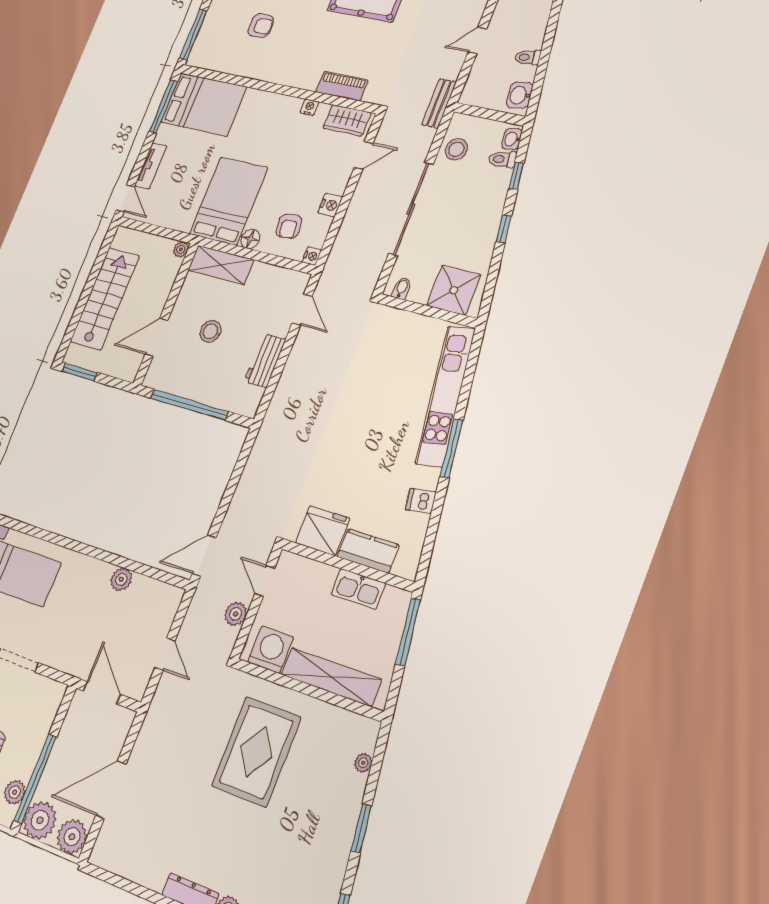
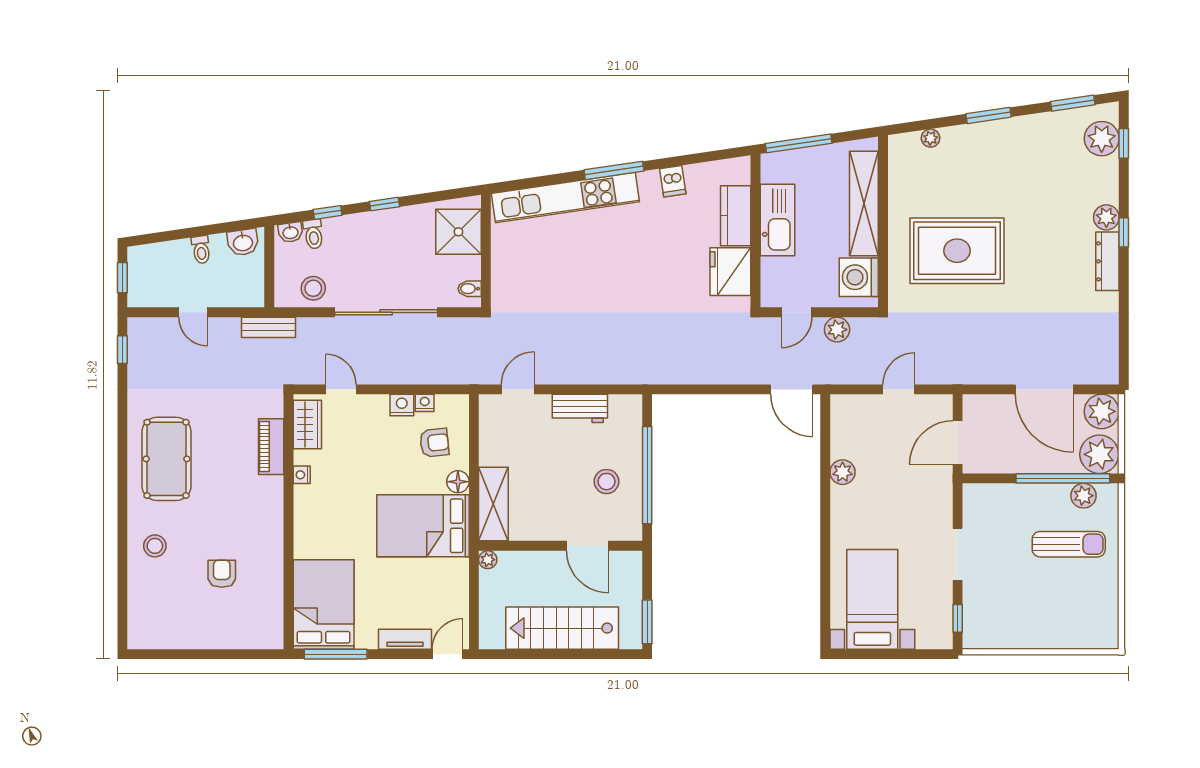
window: (193, 35) -> (247, 654), removed
nightstand: (312, 256) -> (425, 403), moved
stool: (210, 331) -> (606, 482), moved
kitchen sink: (358, 589) -> (777, 220), width x1.36, depth x1.24

